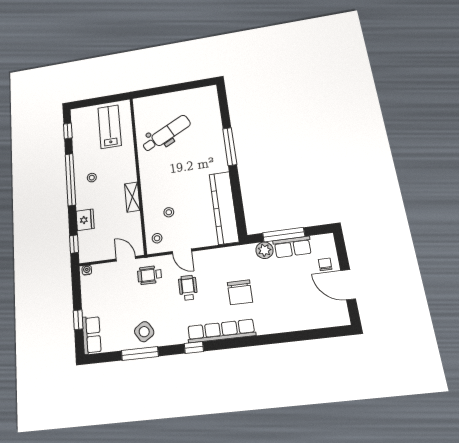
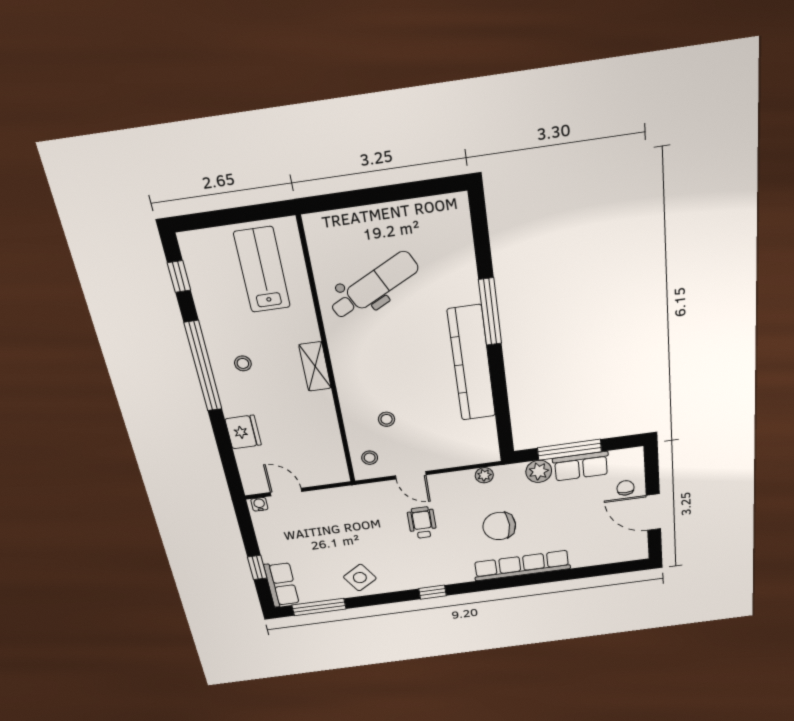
shelving: (132, 197) -> (315, 366), moved
kitchen counter: (224, 208) -> (472, 364), moved
window: (74, 244) -> (231, 468), removed
plant: (229, 252) -> (484, 475), added
door: (126, 259) -> (286, 492), moved
wheelchair: (150, 275) -> (362, 508), removed
chair: (240, 292) -> (499, 526), turned 90
row of seats: (221, 331) -> (522, 566), moved
window: (140, 353) -> (319, 607), moved

